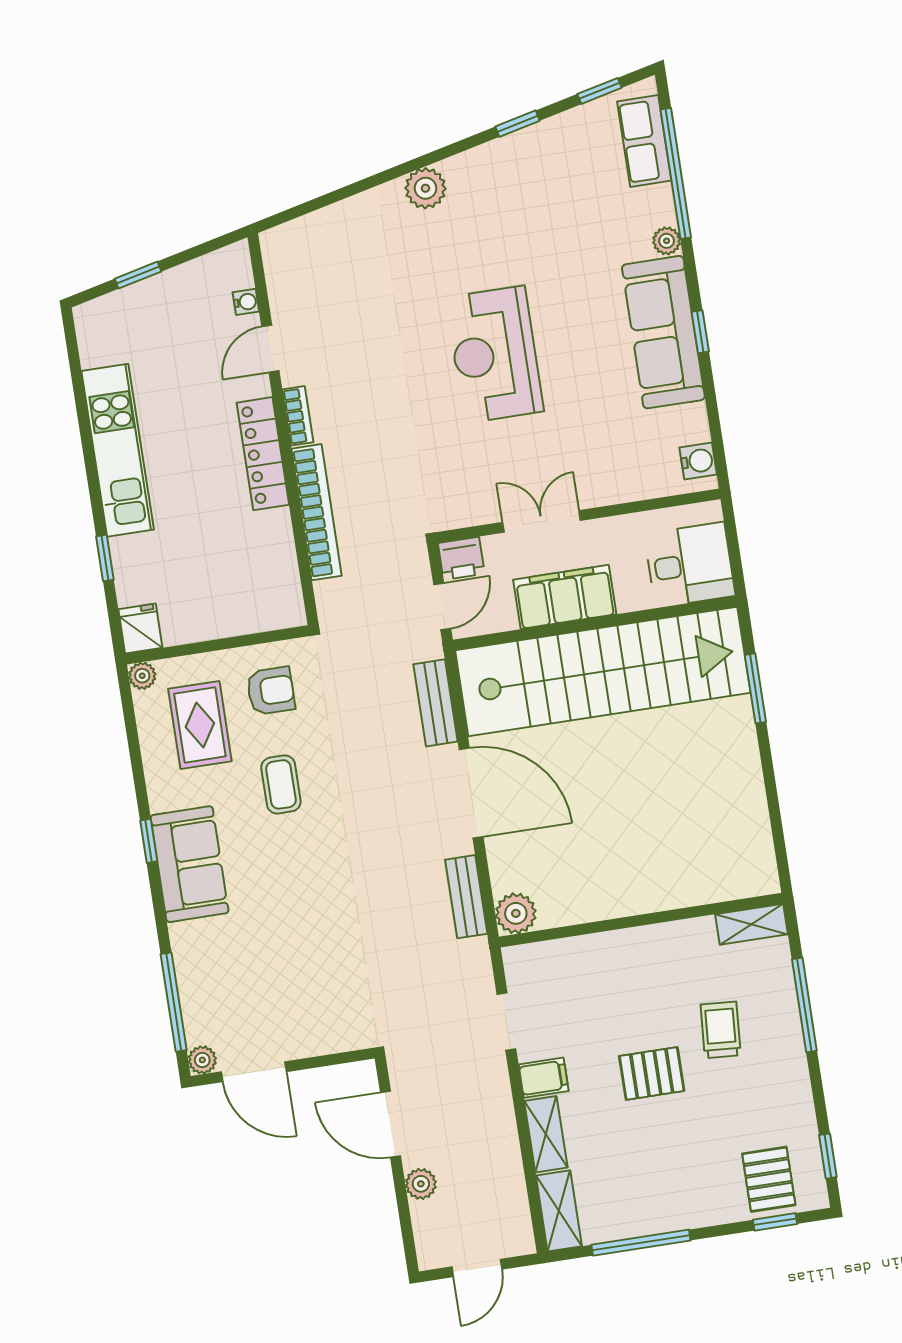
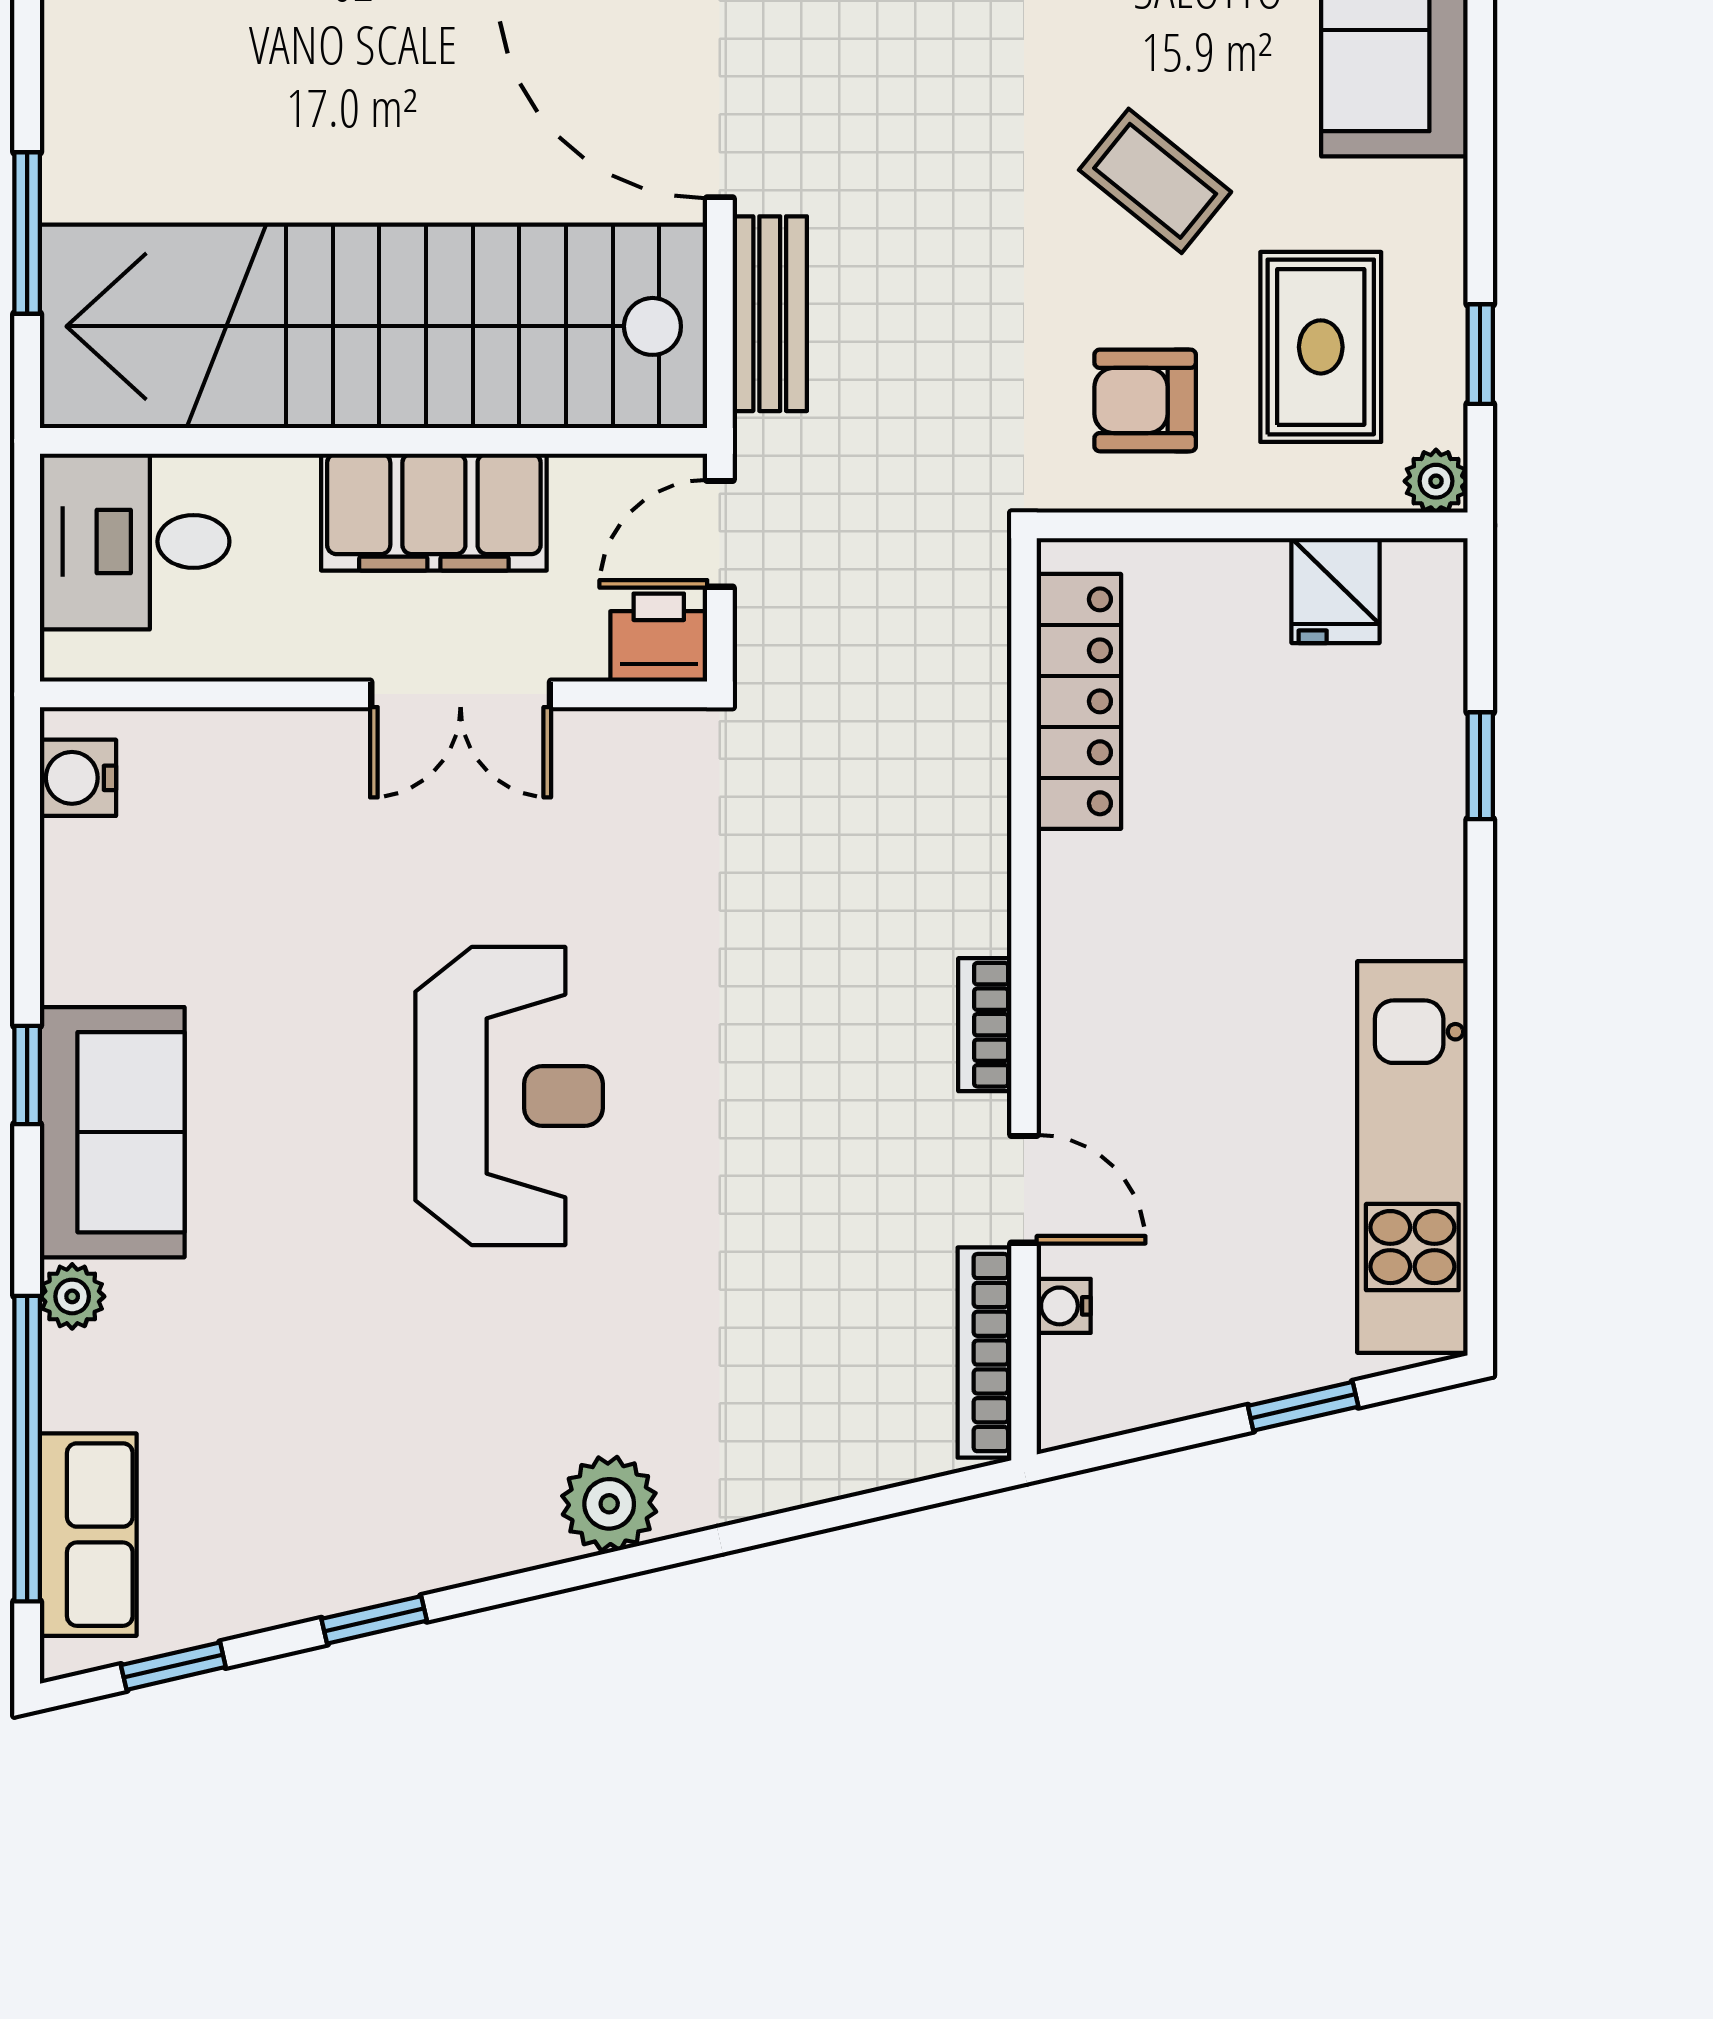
sofa: (663, 332) -> (112, 1132), width x0.73
door: (270, 349) -> (1024, 1189), hinge flipped
kitchen unit: (118, 450) -> (1412, 1157), moved
locker: (263, 454) -> (1079, 701), moved
bookcase: (316, 512) -> (984, 1353), moved, width x0.68, depth x0.76
fridge: (140, 629) -> (1335, 591), moved
coffee table: (281, 784) -> (1155, 181), turned -51
window: (149, 841) -> (1480, 354), moved

